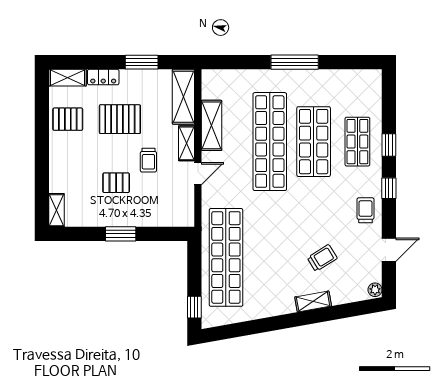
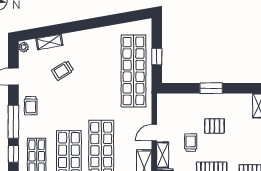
window: (389, 188) -> (13, 122), width x2.17
shelving: (313, 301) -> (49, 42), moved
window: (194, 307) -> (157, 57), moved

